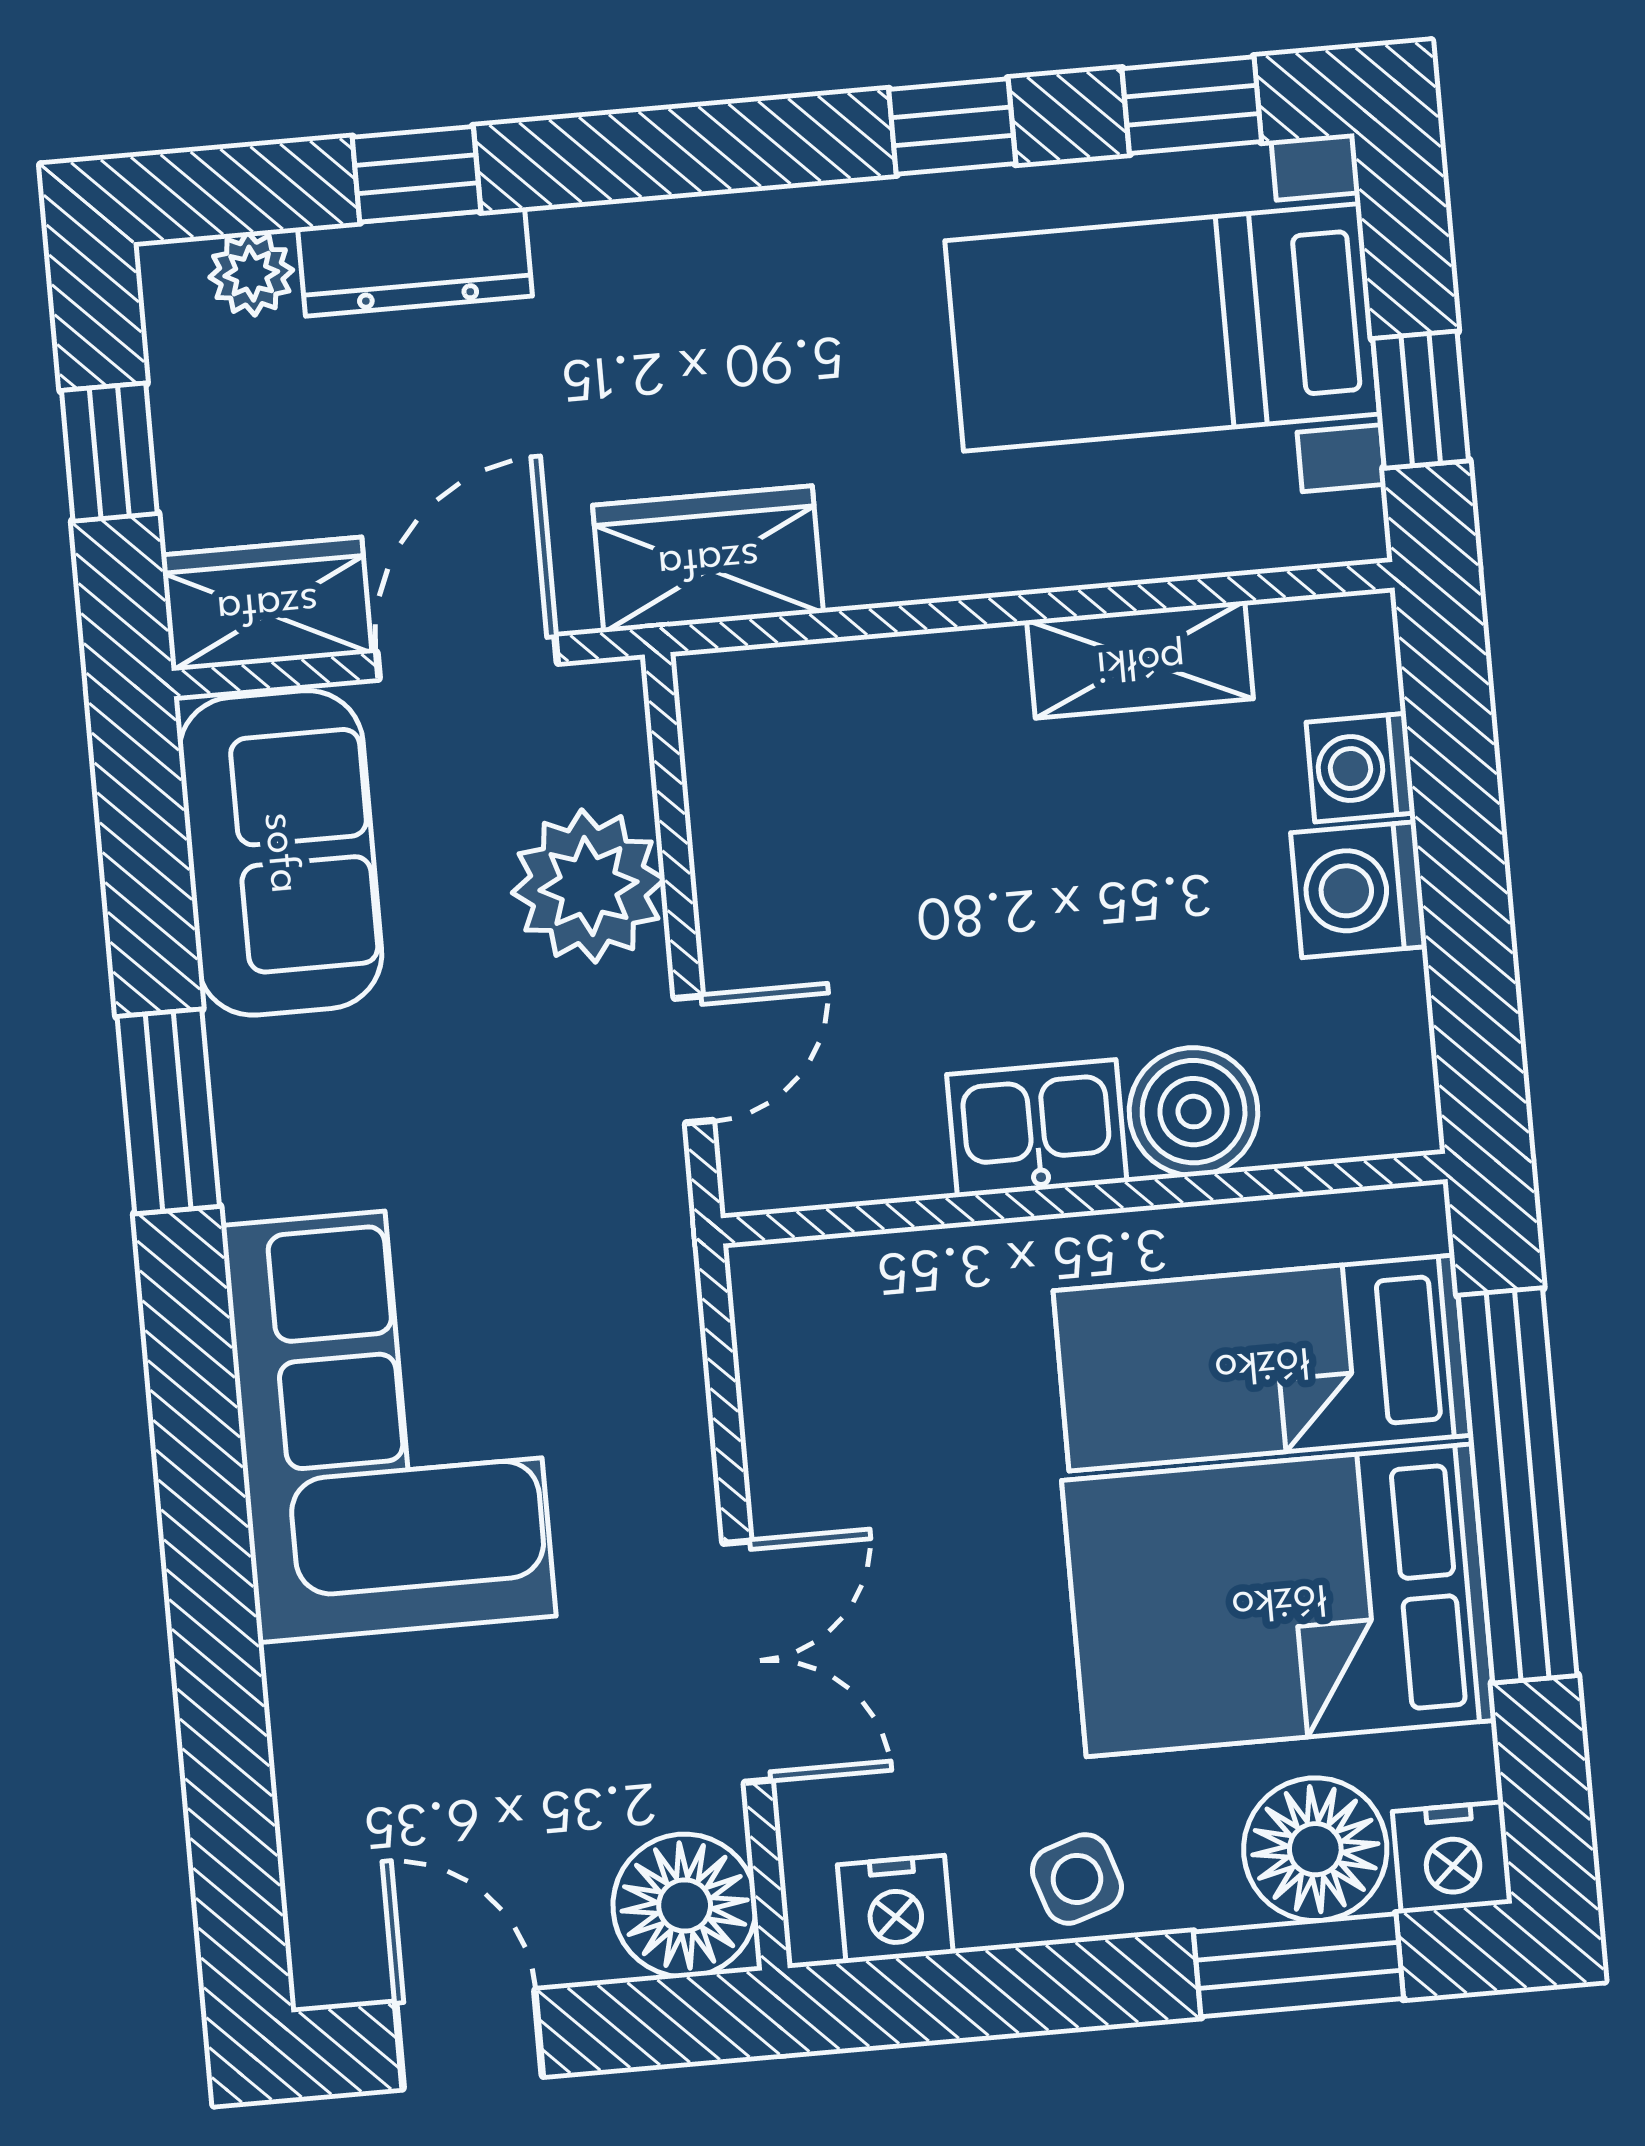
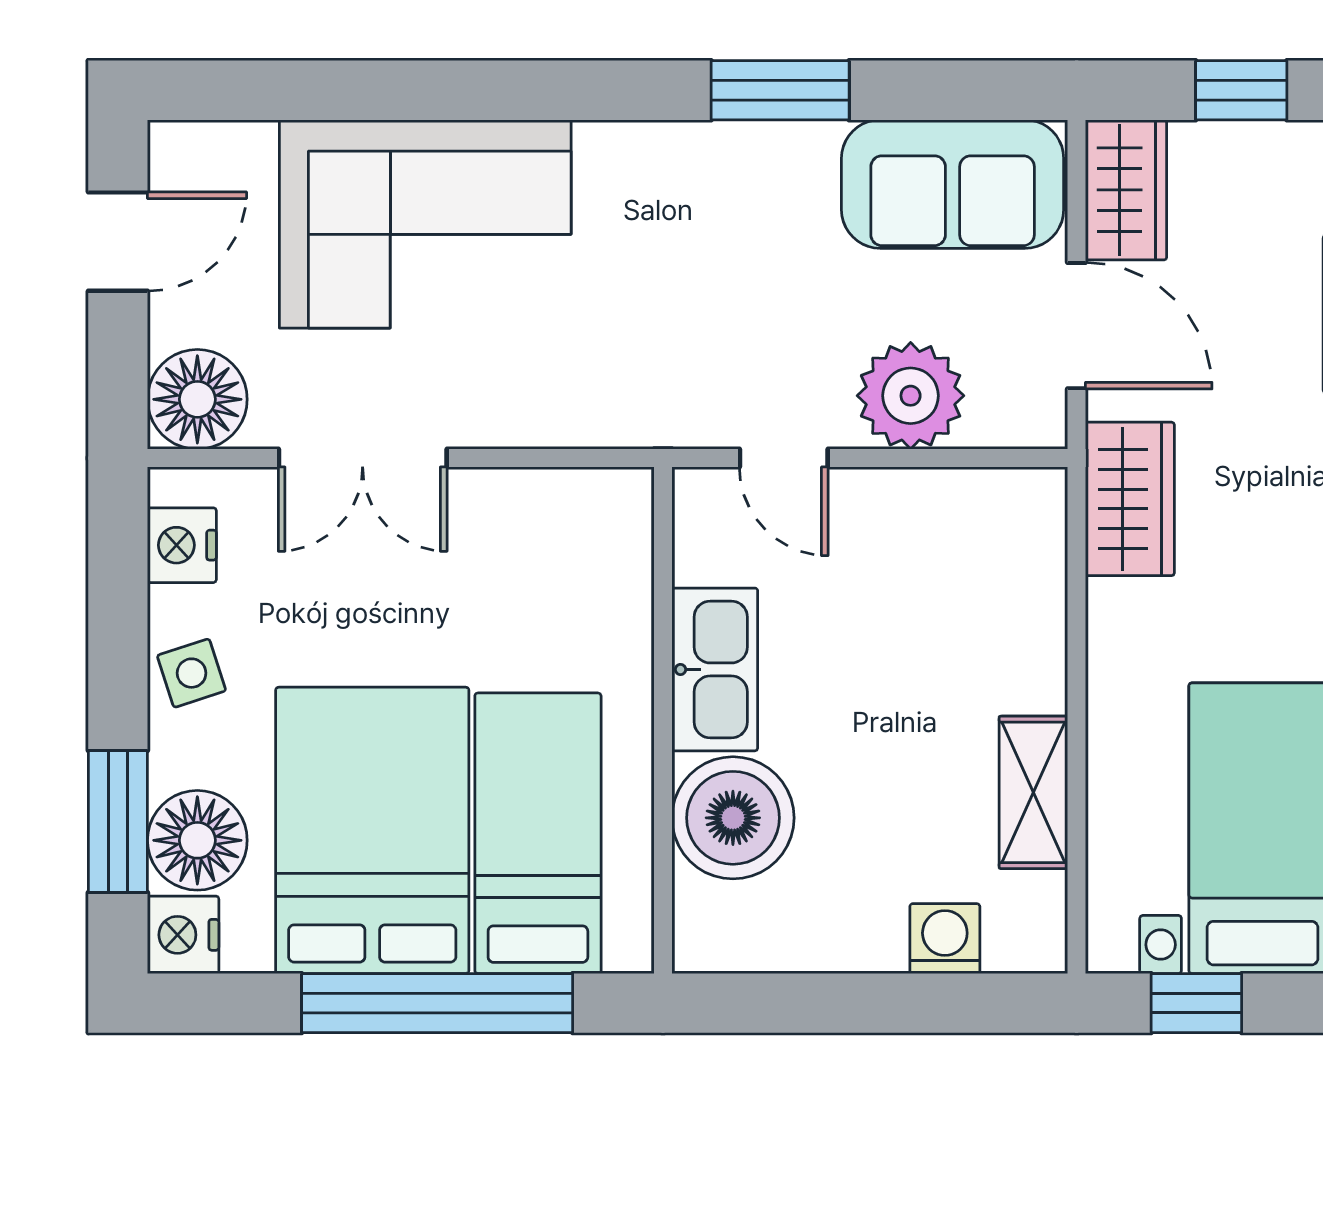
washing machine: (1359, 890) -> (860, 930), removed
boiler: (1194, 1112) -> (733, 818), width x1.37, depth x1.37
kitchen sink: (1037, 1128) -> (715, 669), width x1.38
corner sofa: (389, 1421) -> (425, 224), moved

